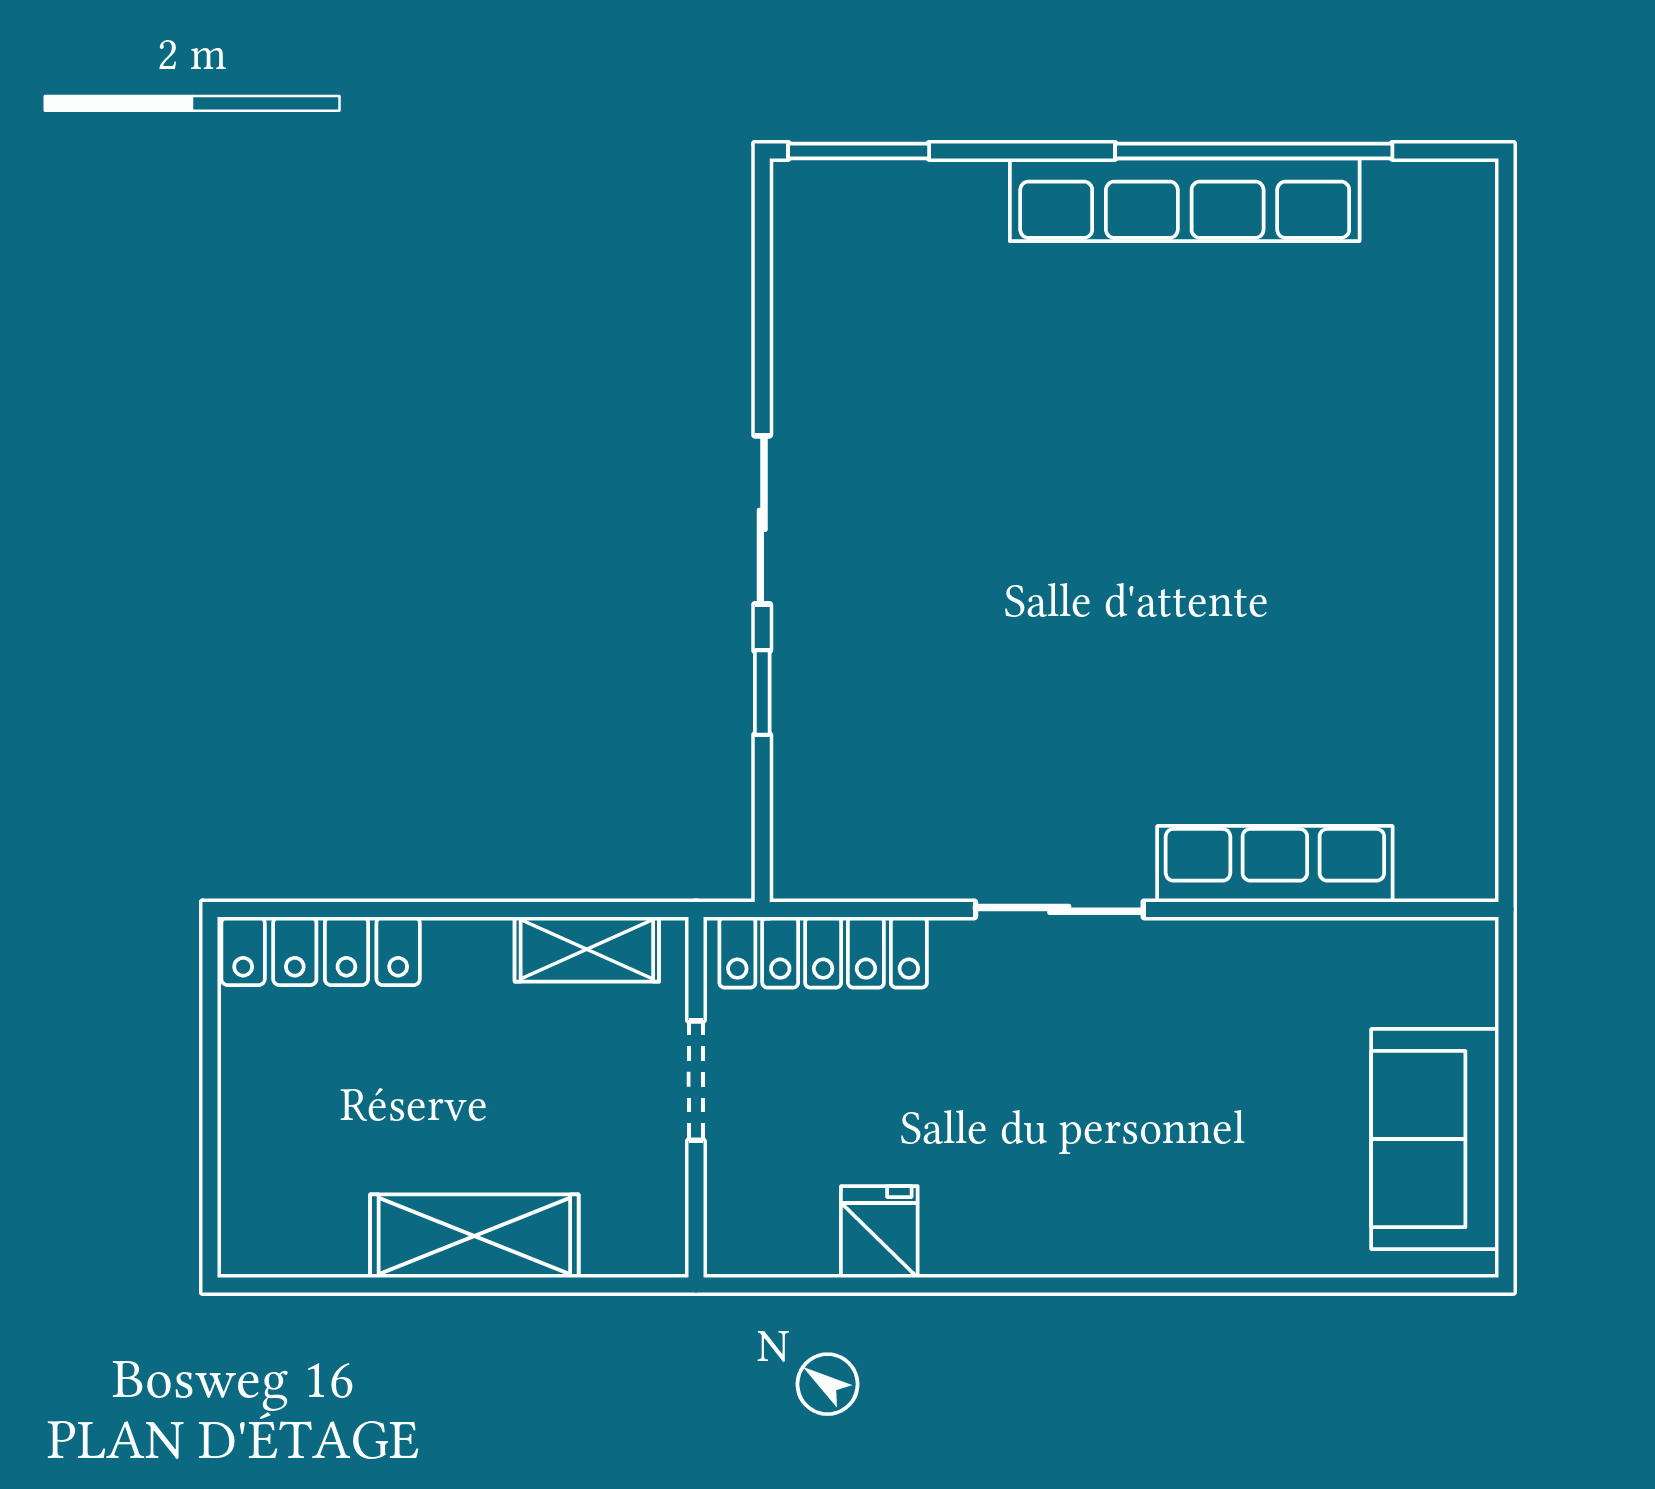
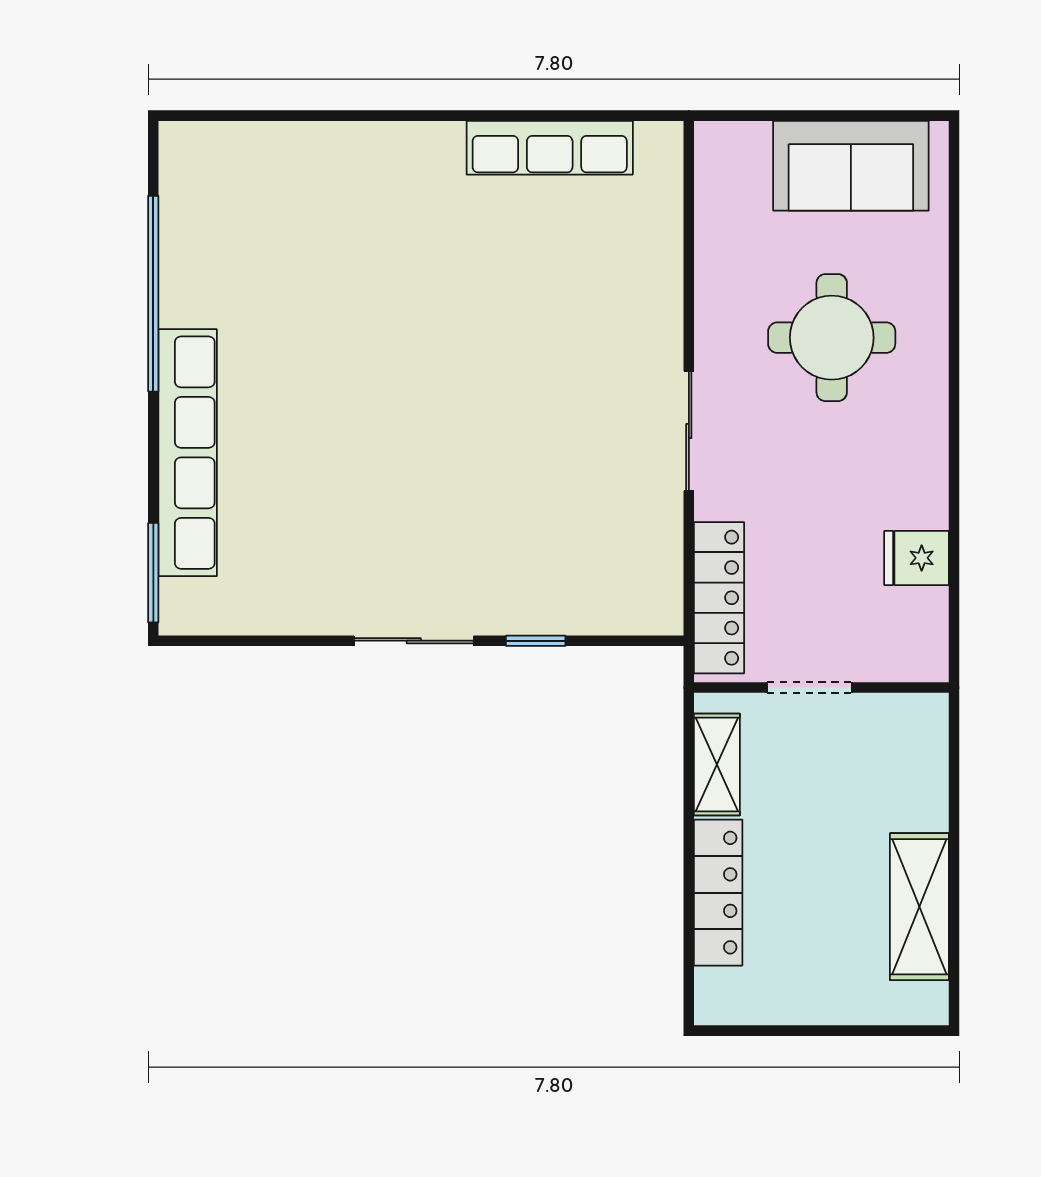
row of seats: (1185, 200) -> (188, 453), moved
row of seats: (1275, 864) -> (550, 148), moved, turned -90
locker: (321, 951) -> (718, 893), moved
round table: (1191, 1112) -> (832, 338), added
shelving: (474, 1236) -> (919, 907), moved

